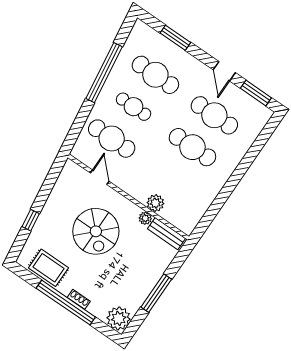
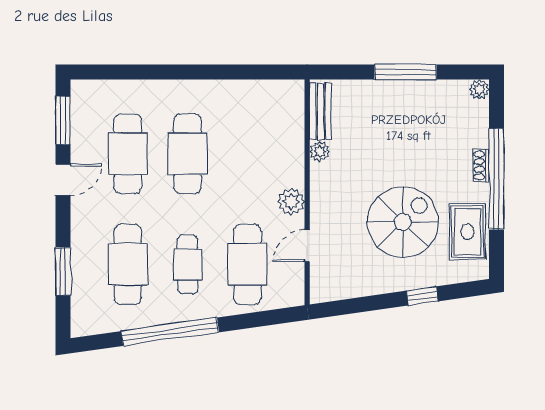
plant: (155, 203) -> (291, 202), moved
spiral stairs: (96, 231) -> (403, 222), moved
plant: (119, 318) -> (479, 89), width x0.53, depth x0.53

